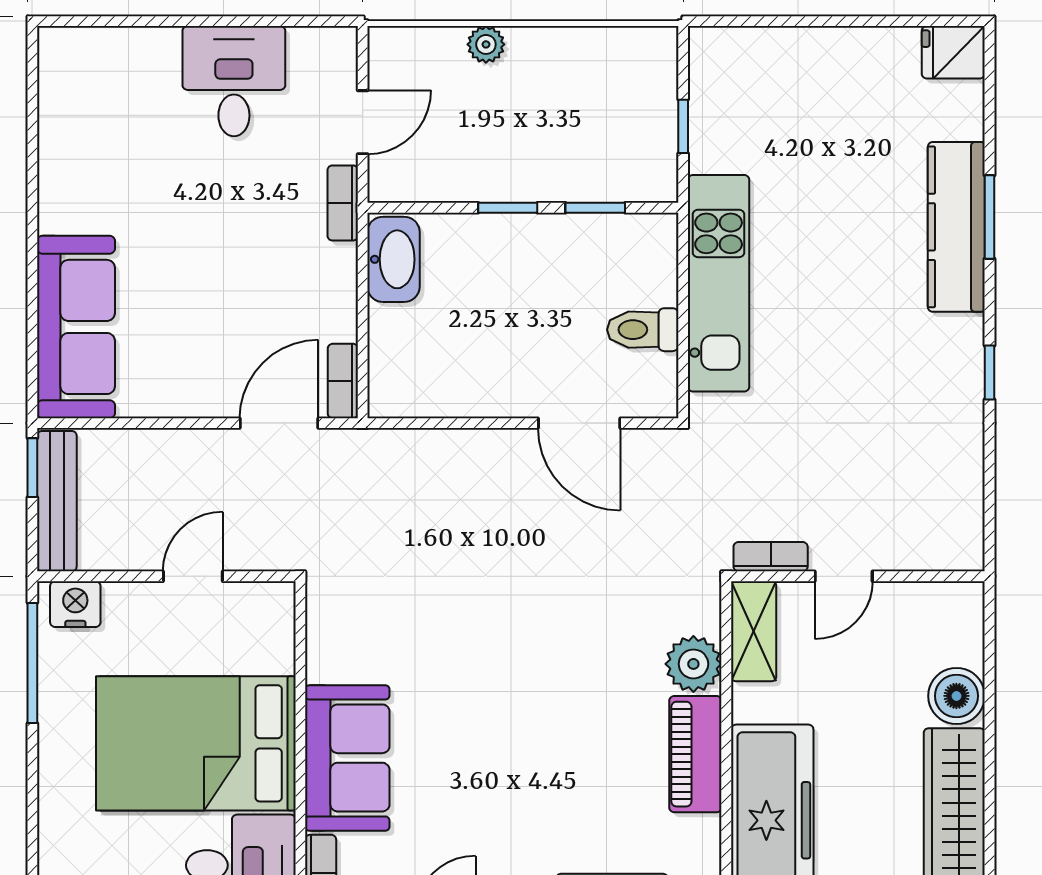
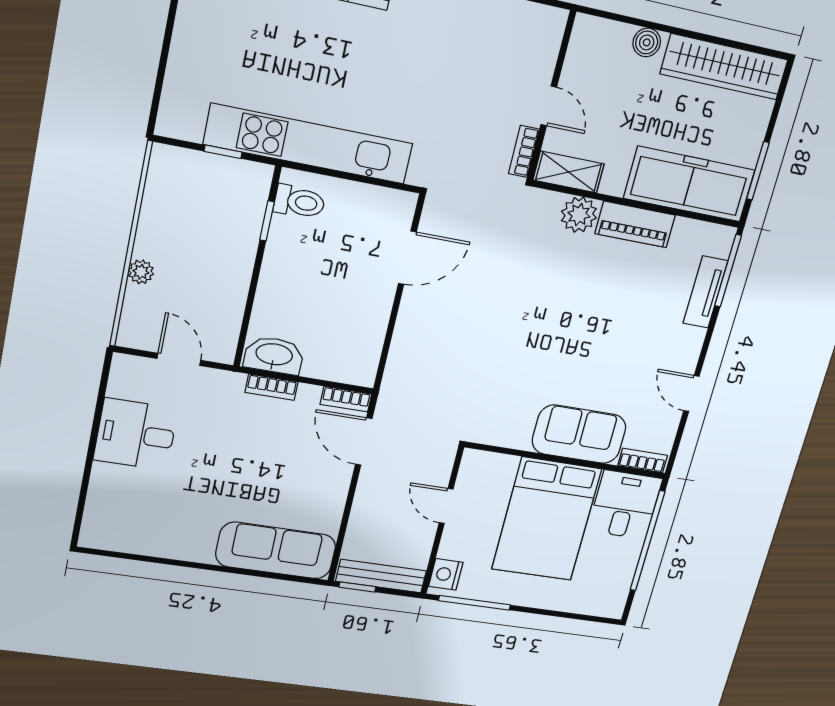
bookcase: (343, 203) -> (272, 387), moved
window: (508, 208) -> (255, 277), removed
kitchen unit: (719, 283) -> (309, 144), width x1.36
toilet: (643, 330) -> (299, 202), moved, turned -90
boiler: (956, 696) -> (647, 42), width x0.73, depth x0.73

